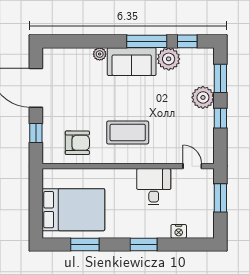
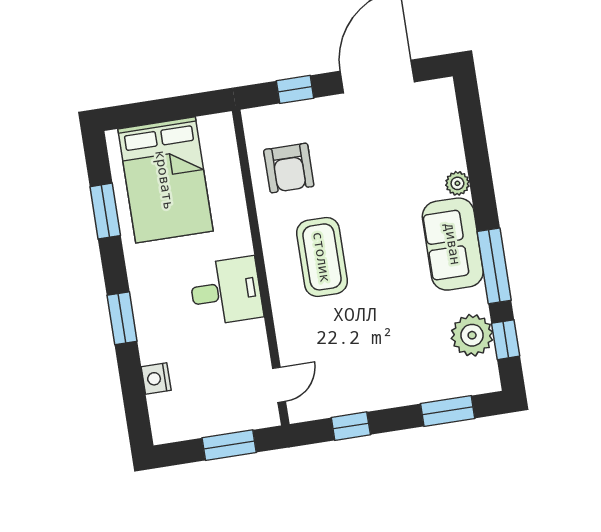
plant: (169, 59) -> (472, 335), moved
plant: (203, 97) -> (408, 385), removed
window: (220, 118) -> (351, 426), moved
desk: (154, 187) -> (226, 291), moved

